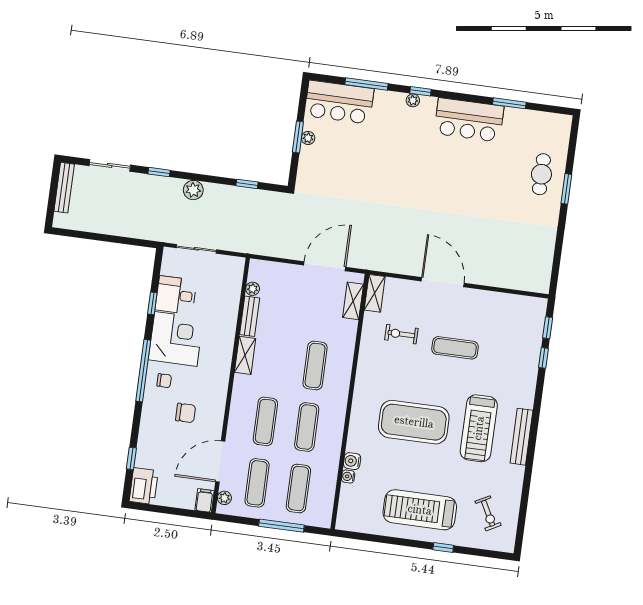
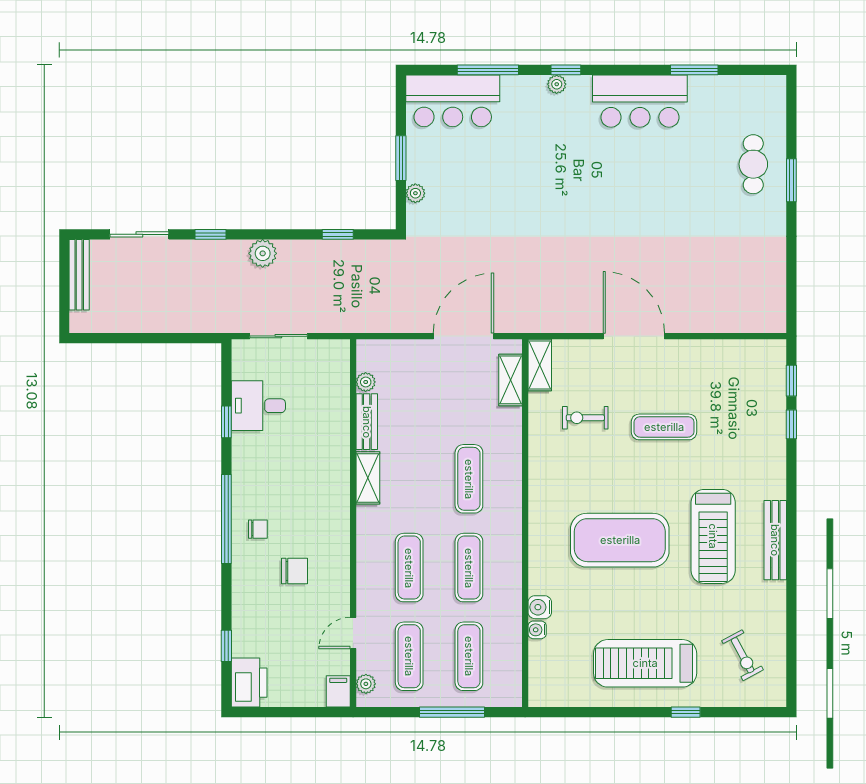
plant: (308, 138) -> (415, 193), moved
corner desk: (176, 339) -> (266, 468), removed
door: (220, 461) -> (353, 633), width x0.53

